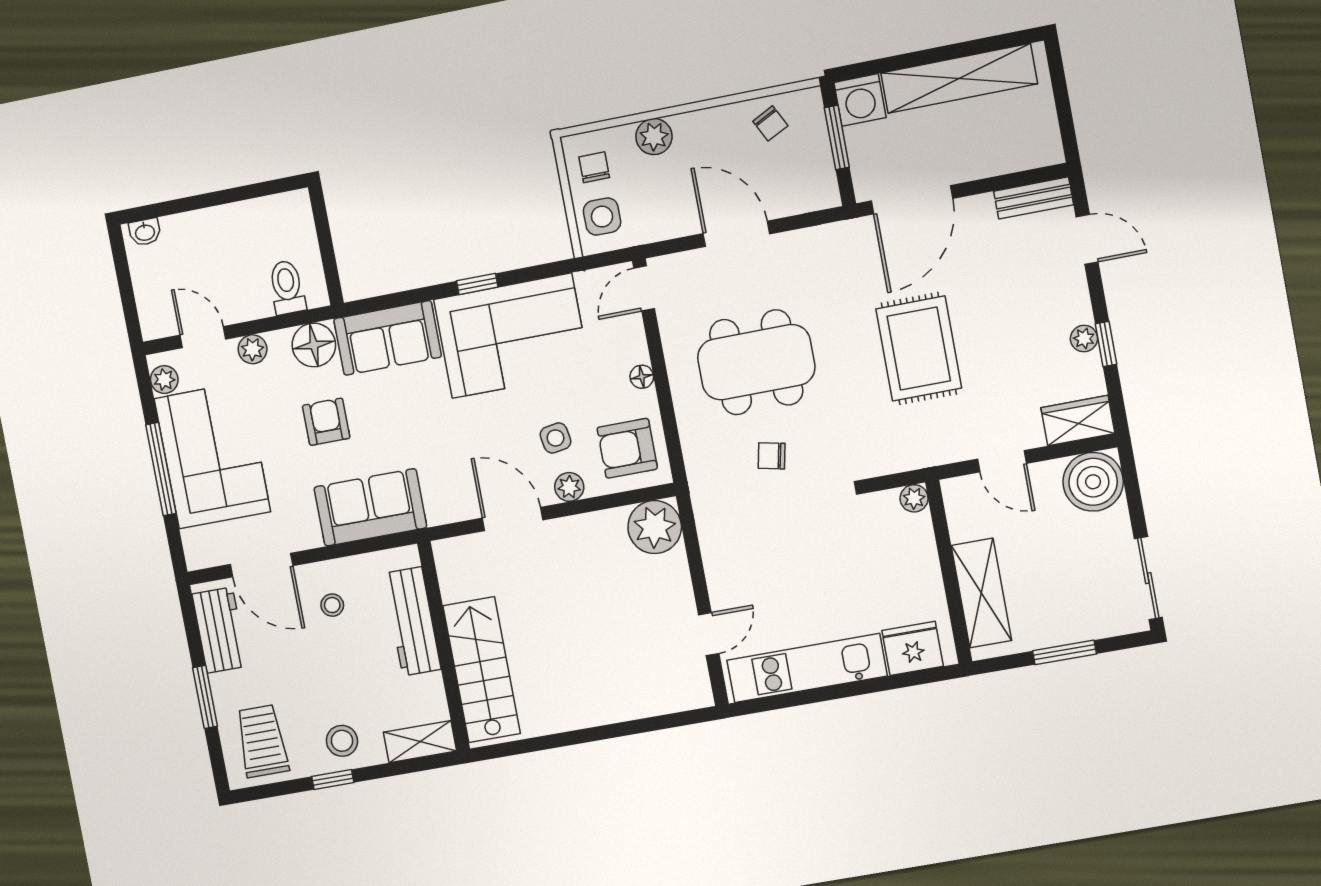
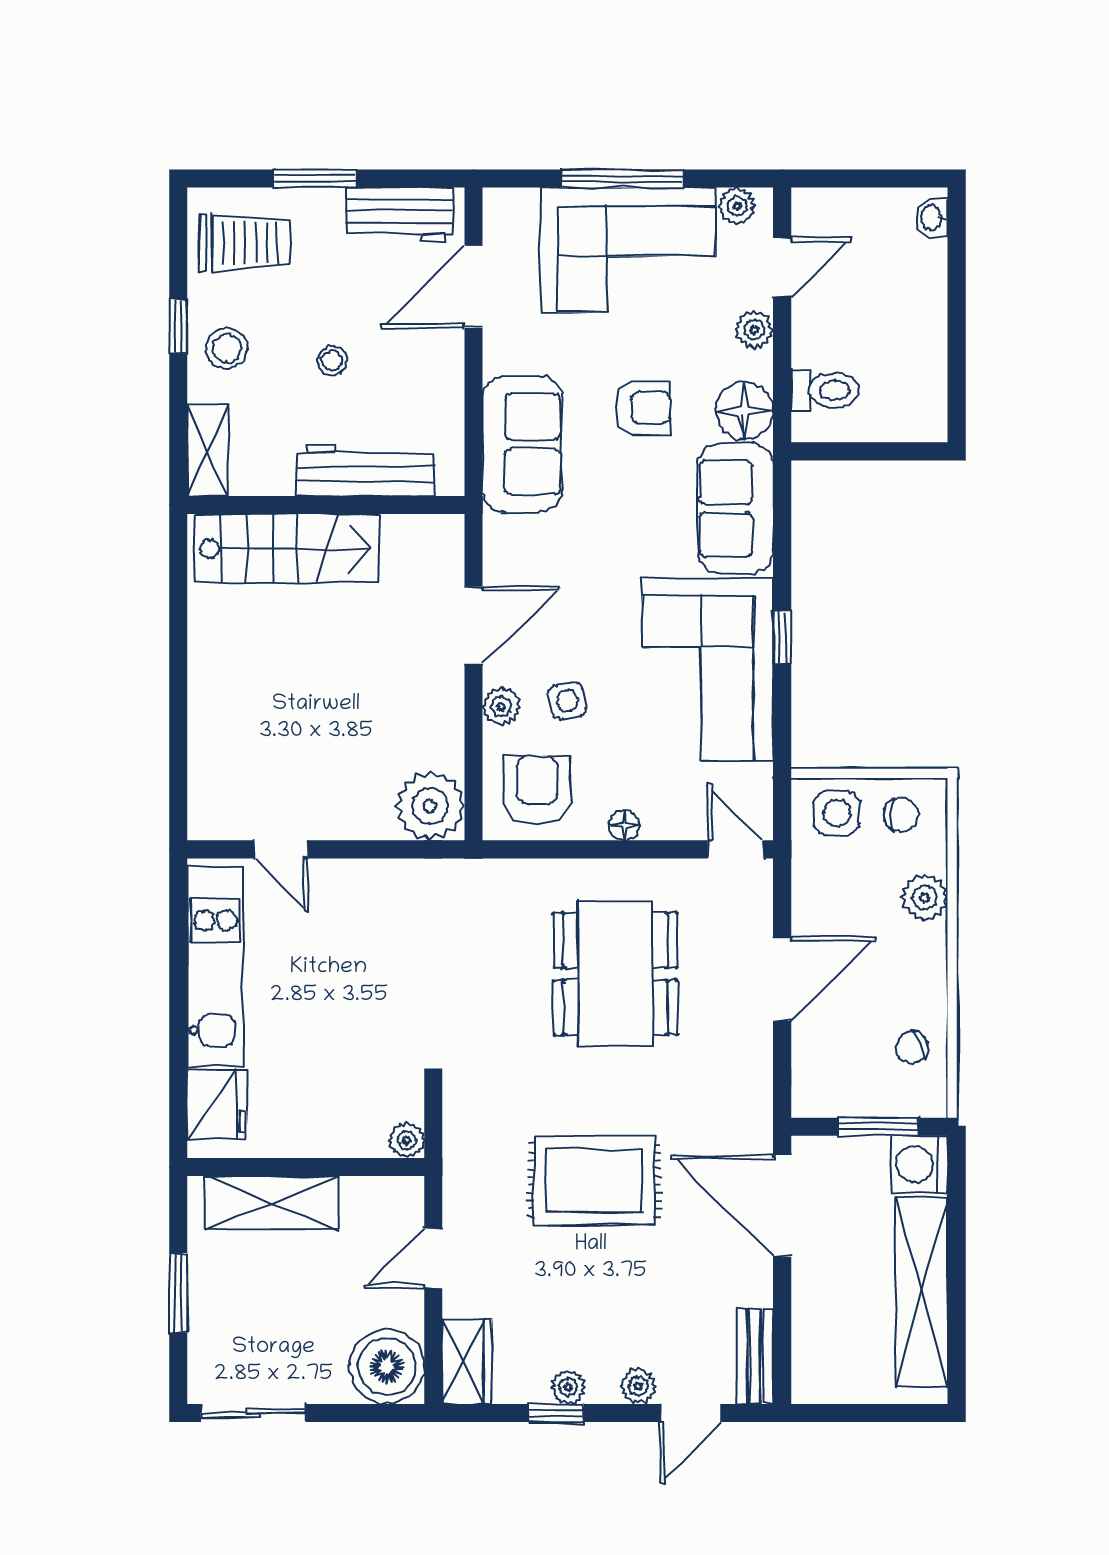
plant: (1073, 284) -> (638, 1386), added
chair: (772, 456) -> (493, 971), removed
stool: (332, 605) -> (332, 361), moved

